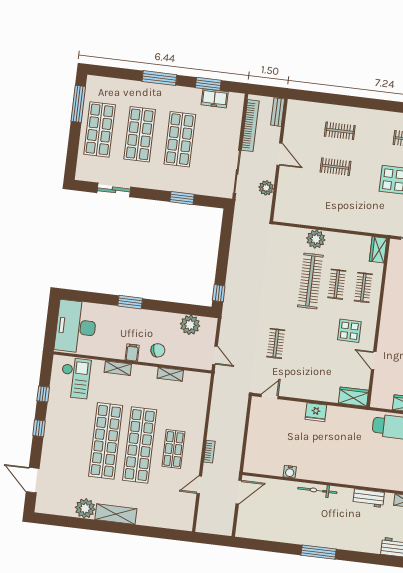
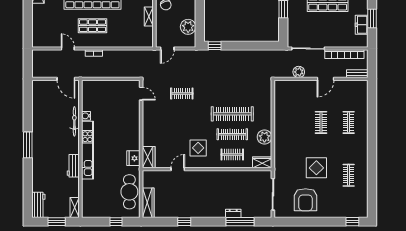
plant: (316, 239) -> (264, 137), moved
clothes rail: (337, 284) -> (232, 134), width x1.36
fridge: (316, 412) -> (133, 158), moved
kitchen unit: (335, 475) -> (88, 150), added
bicycle: (317, 490) -> (74, 121), moved
workbench: (369, 498) -> (73, 166), moved

